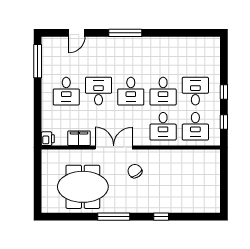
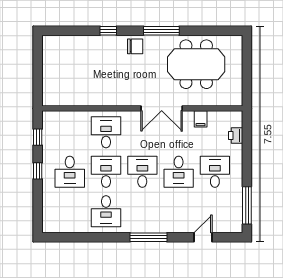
desk: (195, 126) -> (106, 211), moved, turned 180
filing cabinet: (79, 138) -> (201, 119), width x0.50
printer: (48, 139) -> (236, 135), moved
chair: (135, 171) -> (135, 46), moved, turned -57

